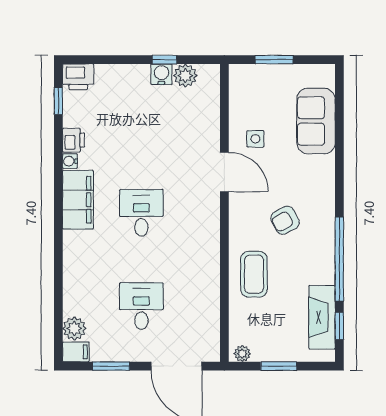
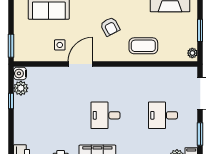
window: (274, 60) -> (11, 46), moved
water cooler: (161, 74) -> (20, 73), moved

